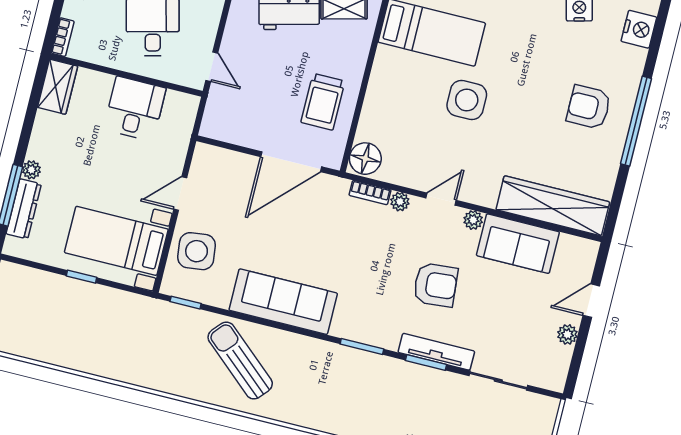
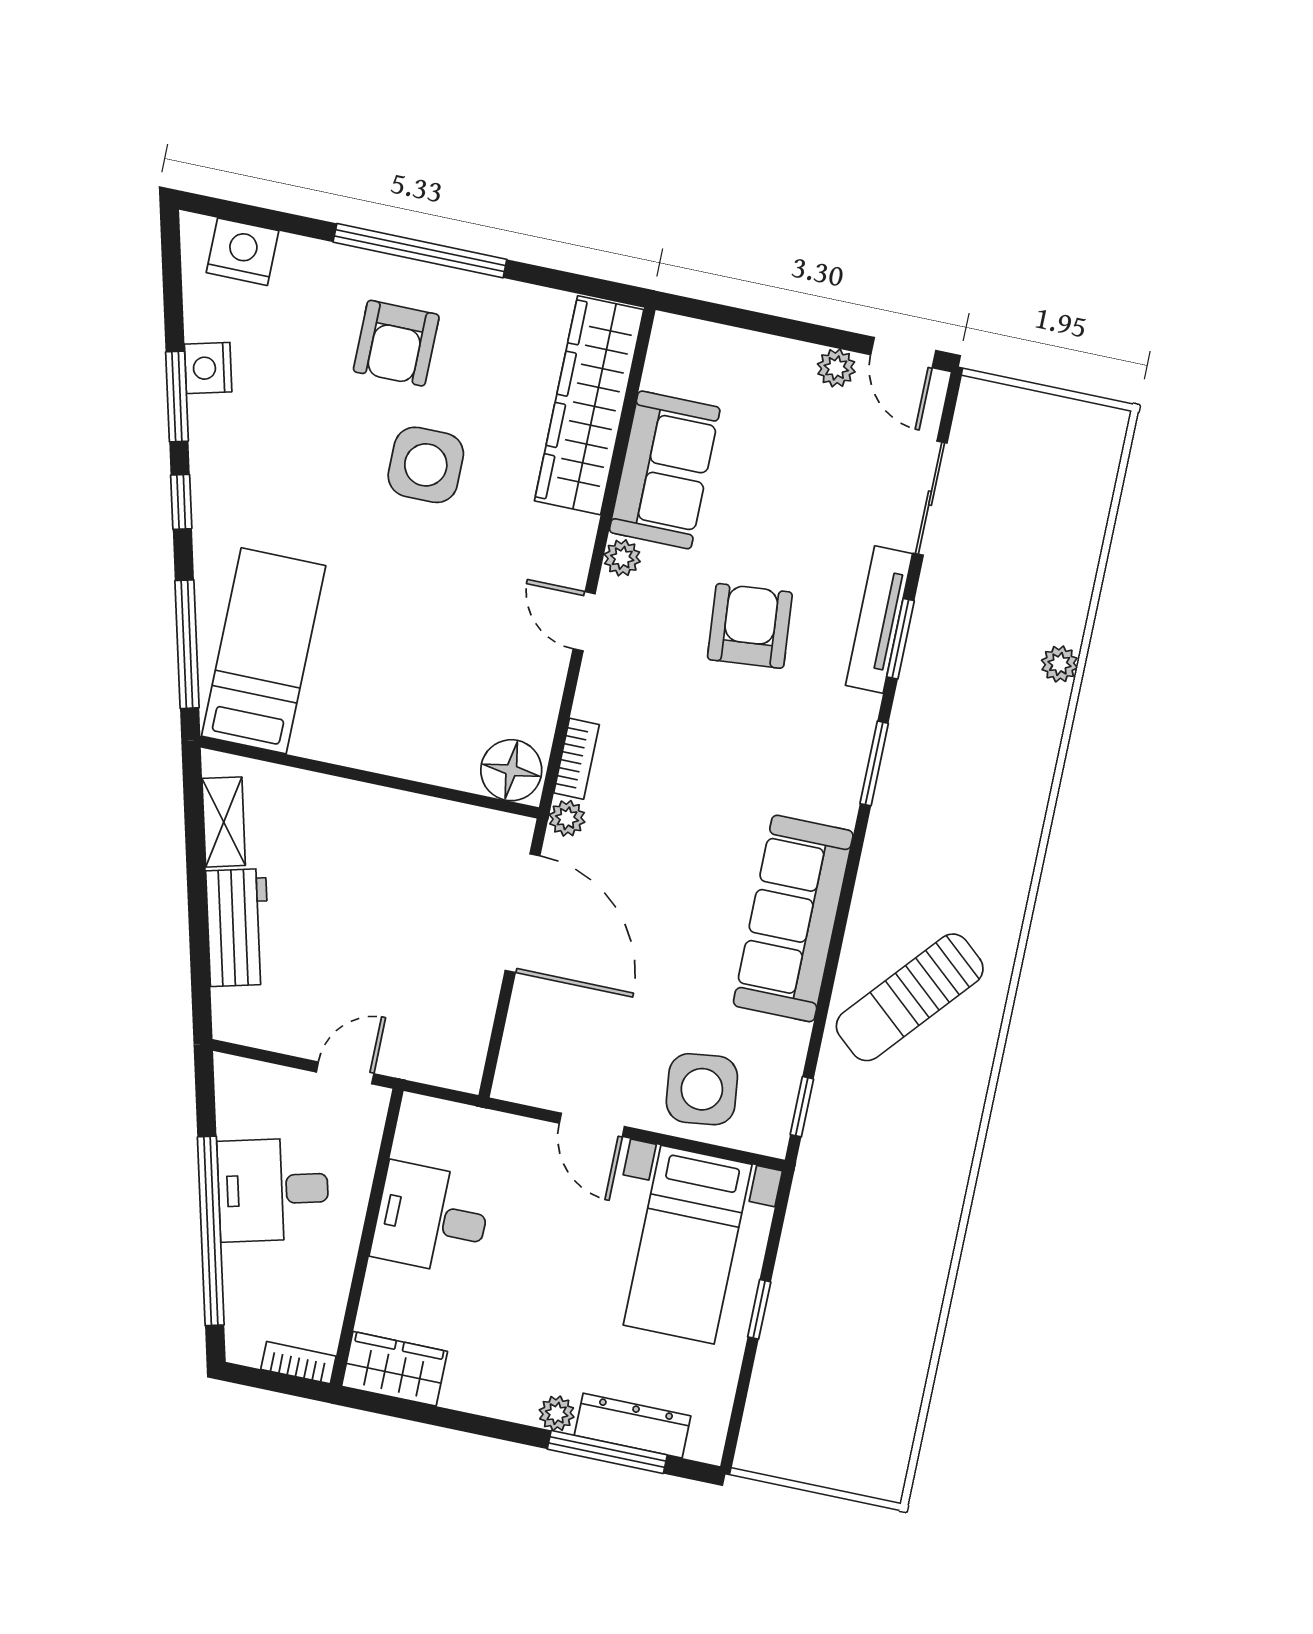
side table: (467, 100) -> (426, 465), moved
trolley: (323, 102) -> (405, 856), removed
plant: (400, 202) -> (567, 818), moved
door: (591, 301) -> (903, 353), moved

